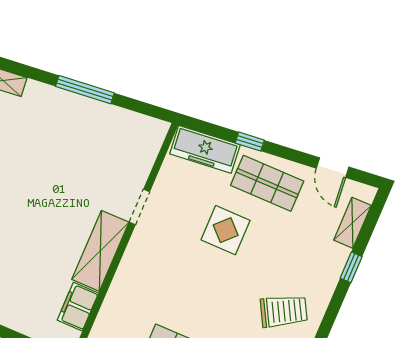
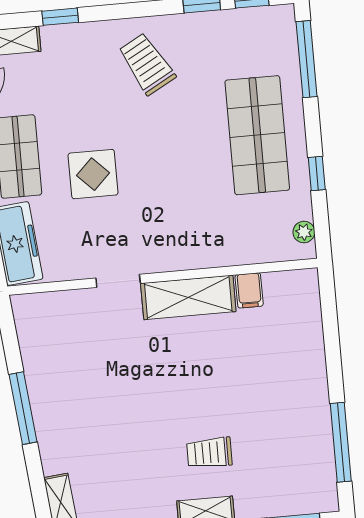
filing cabinet: (78, 307) -> (249, 290), width x0.50

